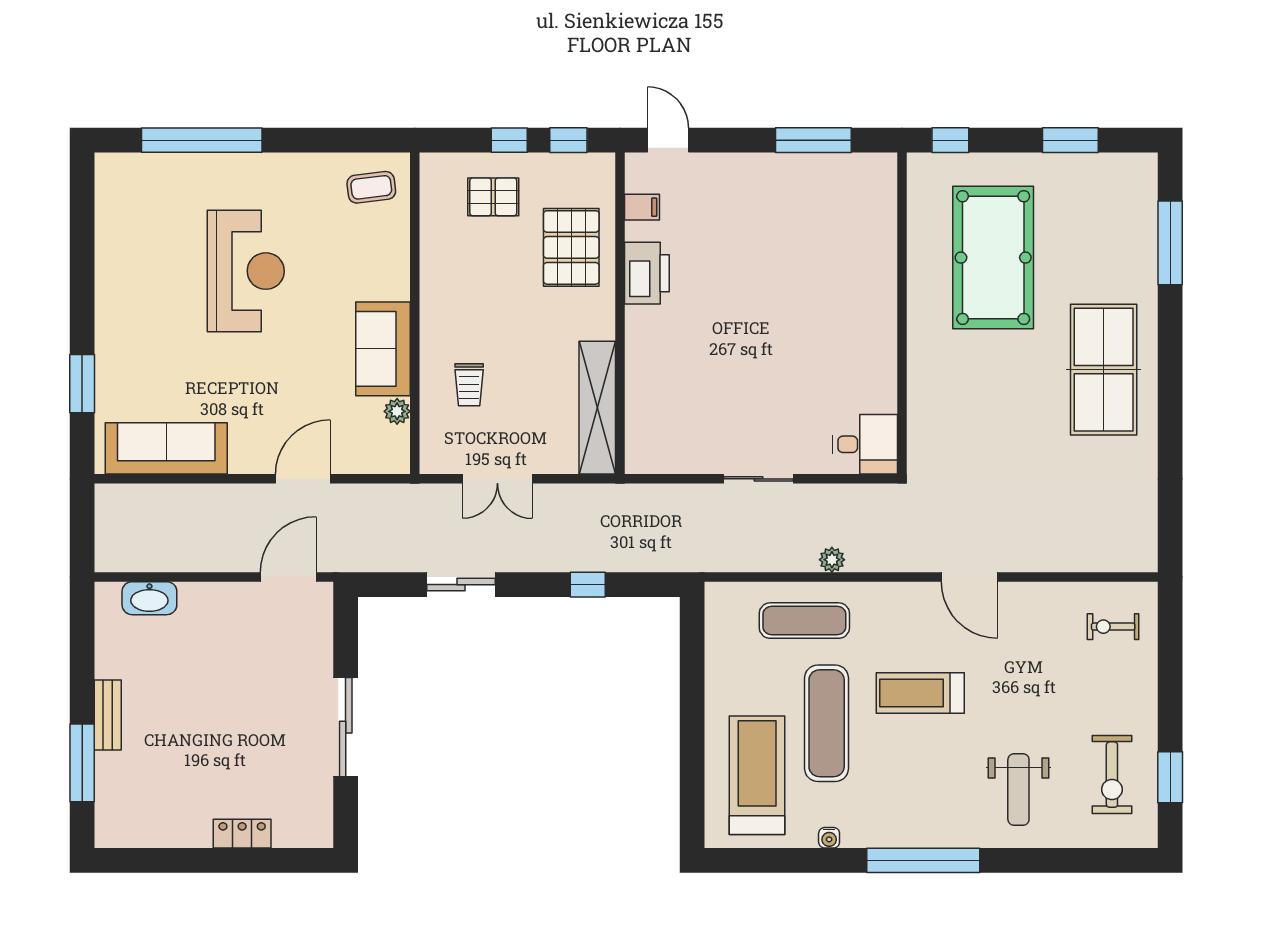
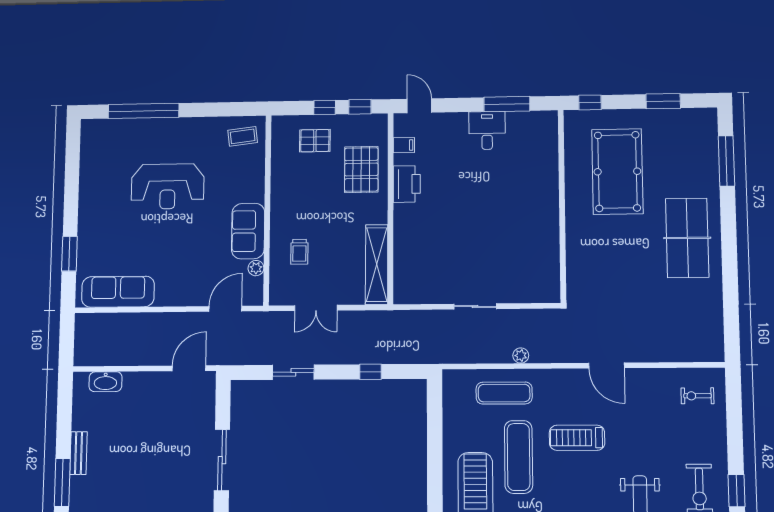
reception desk: (246, 271) -> (168, 186), turned 90
desk: (865, 444) -> (487, 131), moved, turned -90
door: (303, 479) -> (225, 309), moved

